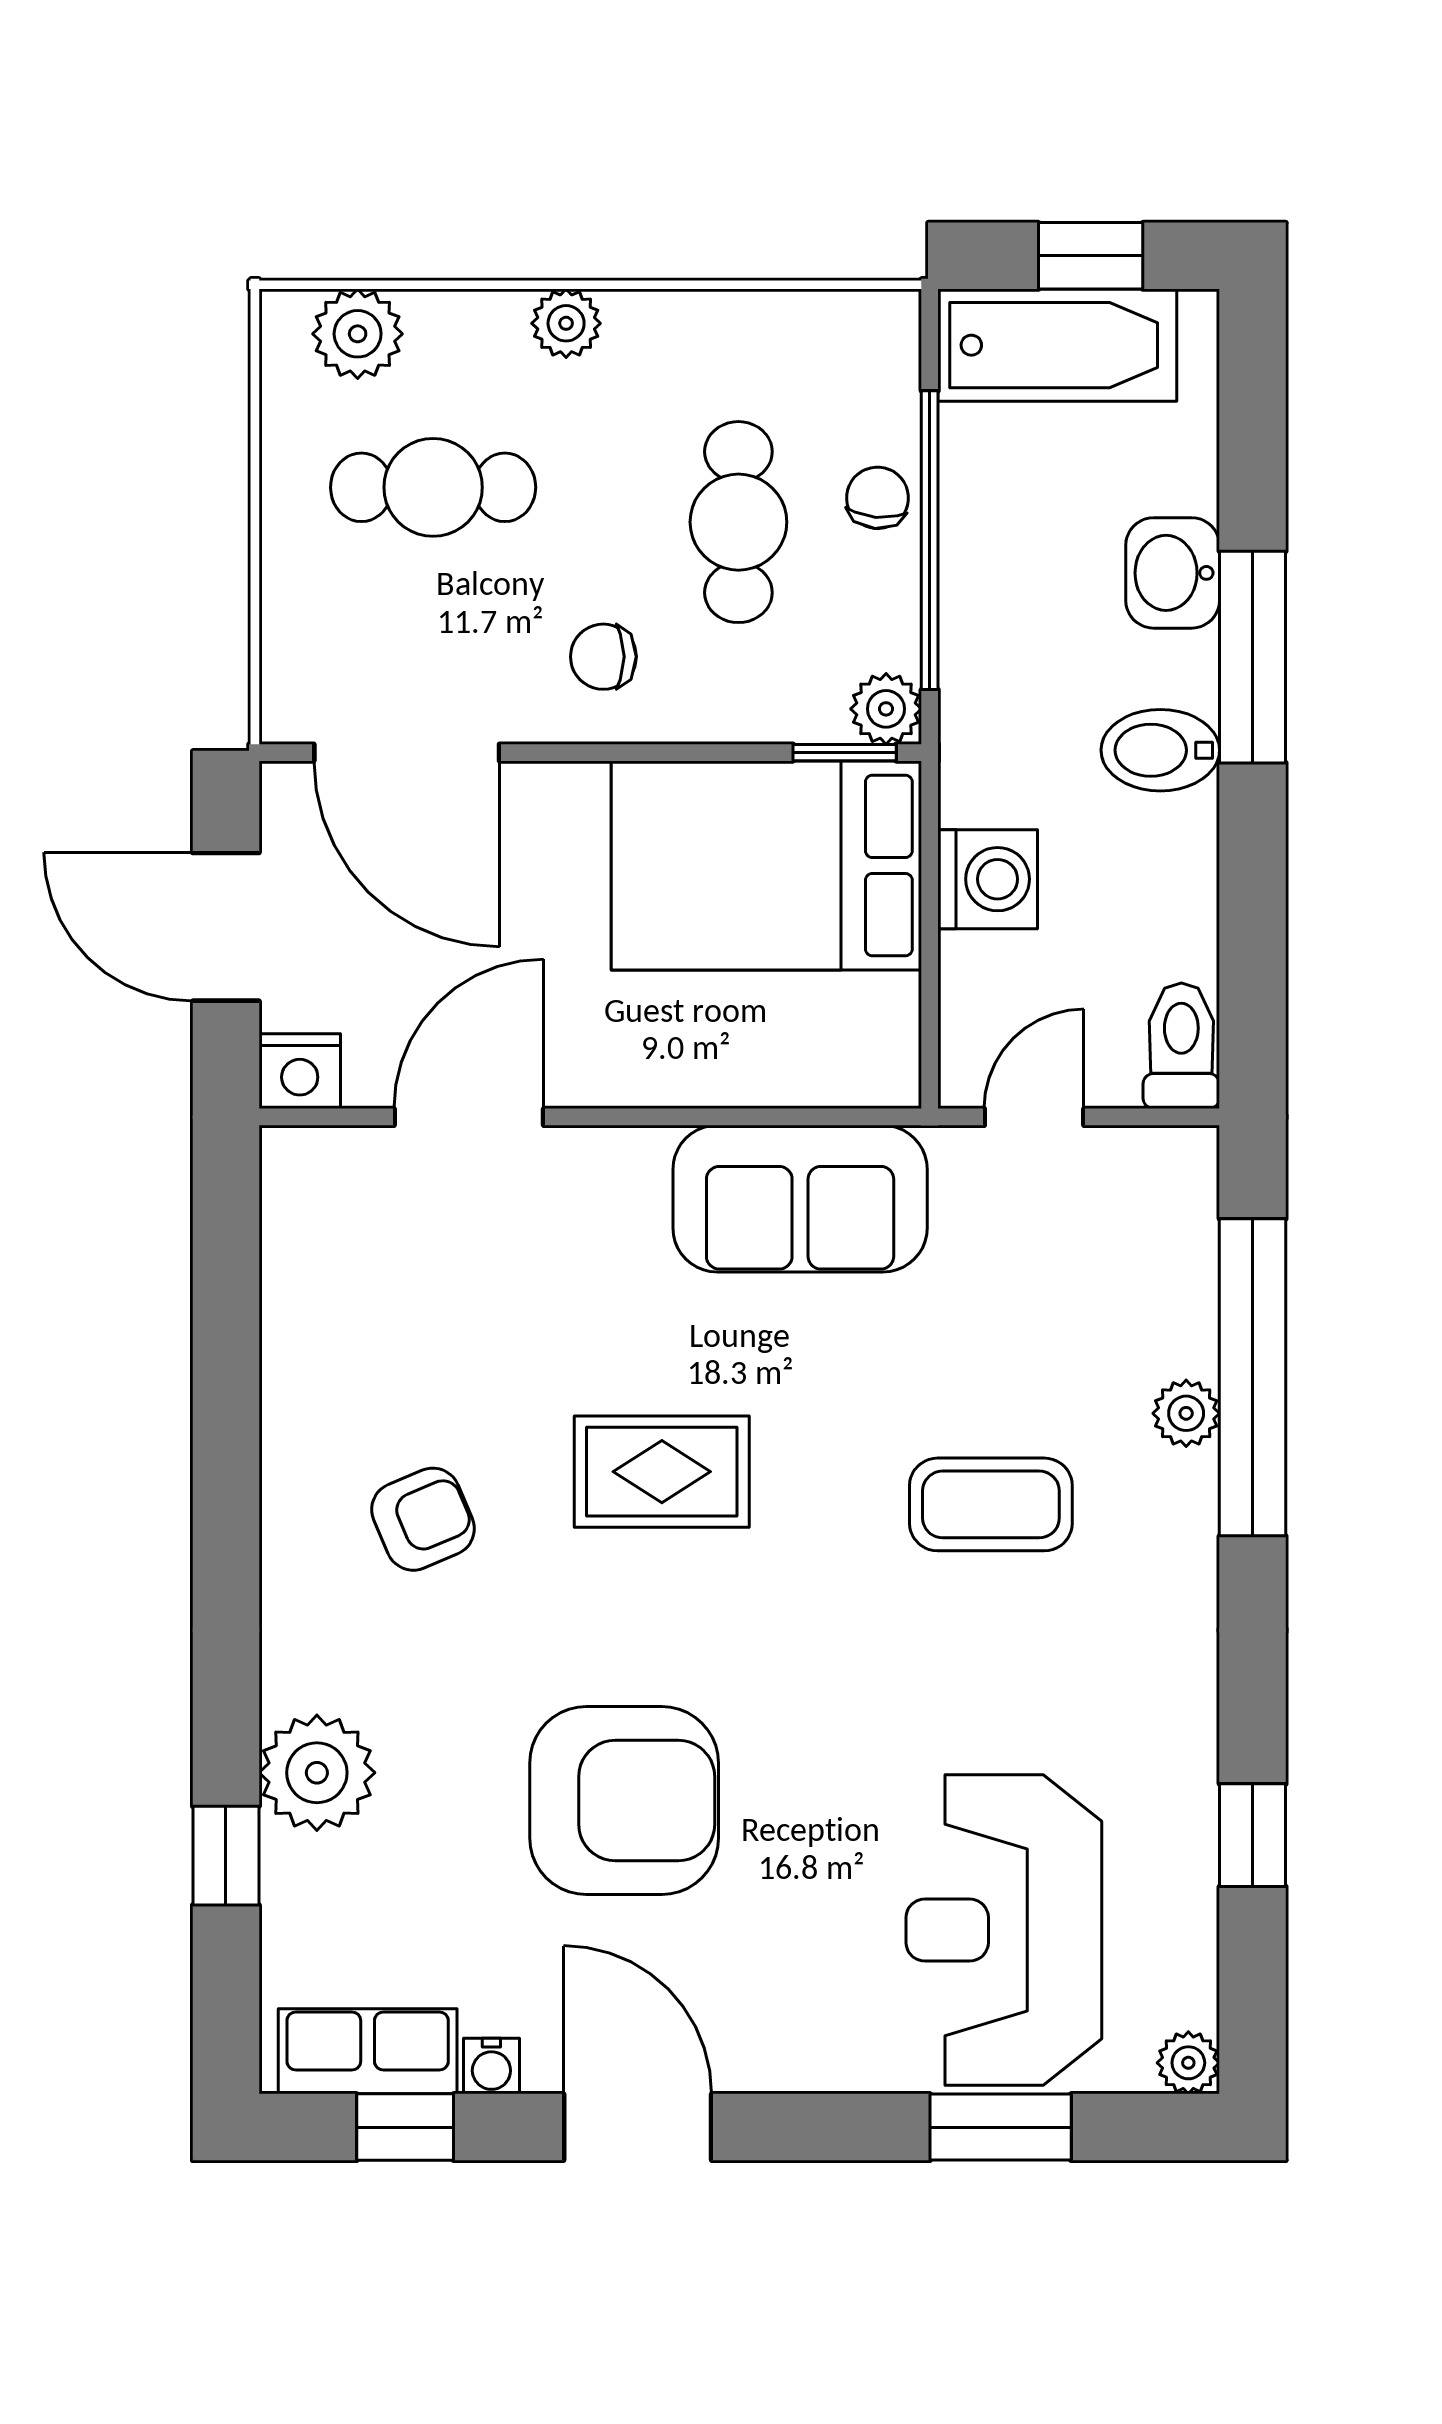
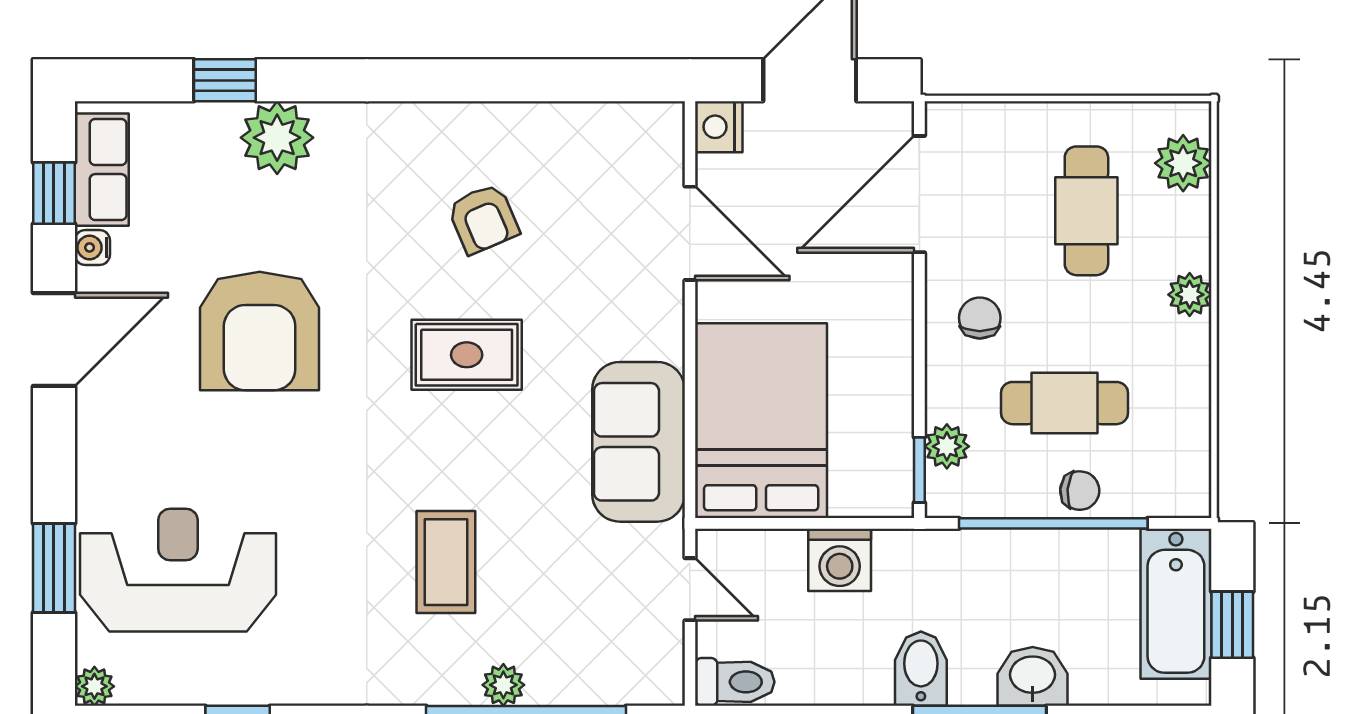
plant: (886, 709) -> (947, 446), moved
bed: (766, 865) -> (761, 421), moved
rug: (662, 1472) -> (467, 355), turned 90
armchair: (423, 1519) -> (483, 219), moved

